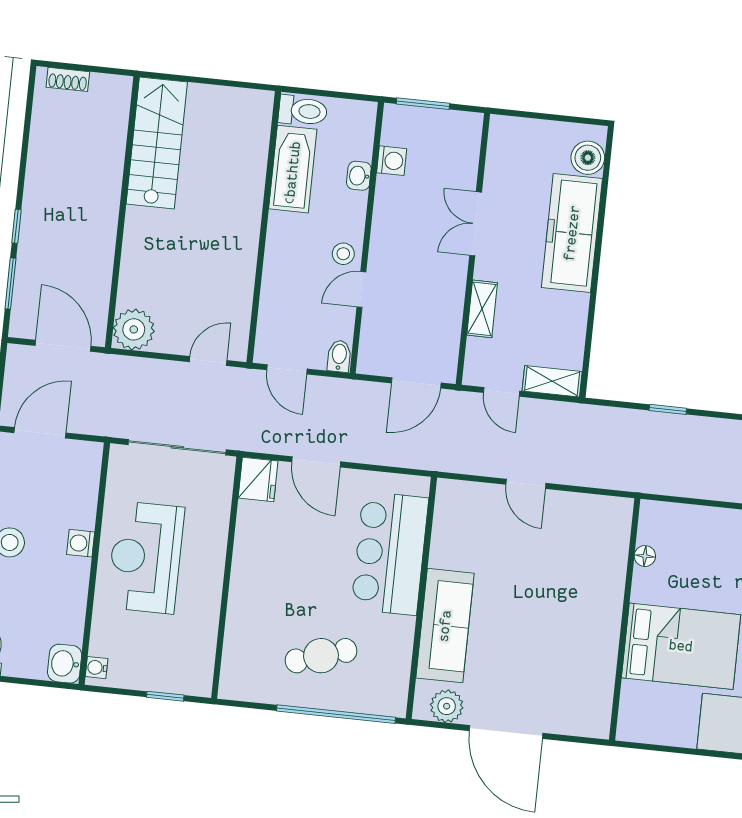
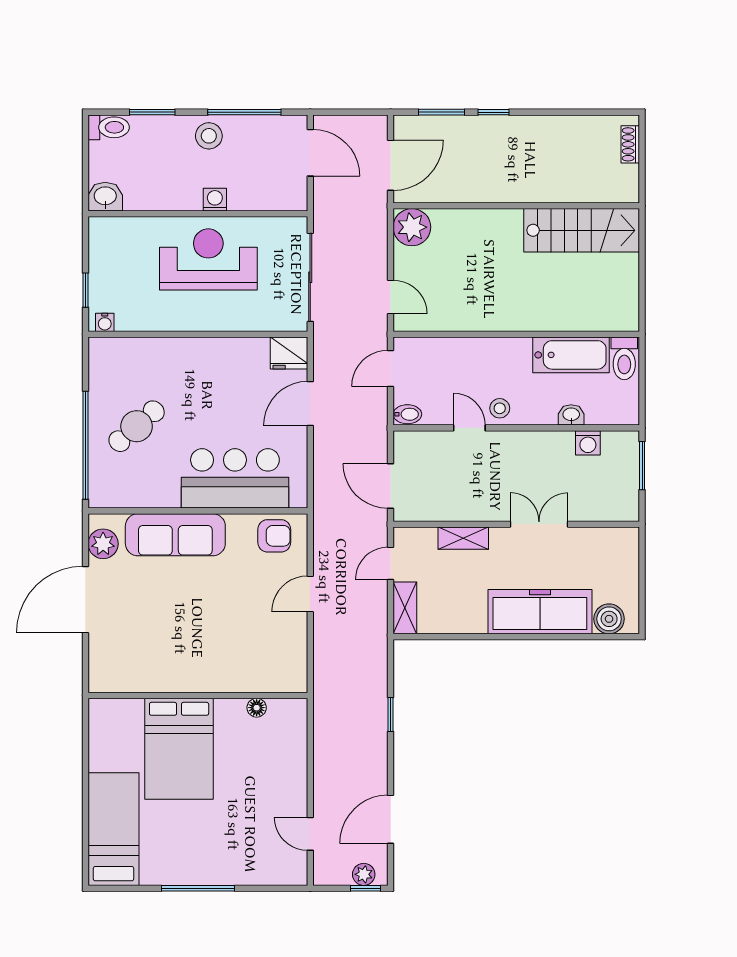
armchair: (458, 517) -> (274, 536), added
cafe table: (321, 656) -> (137, 426), turned 67
water cooler: (97, 668) -> (105, 322), moved, turned 180

